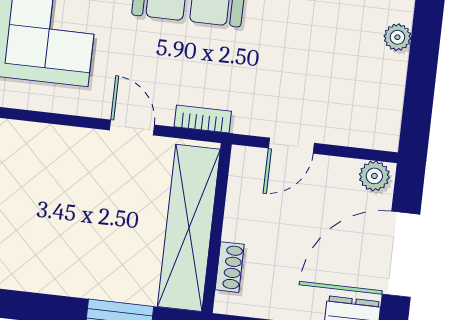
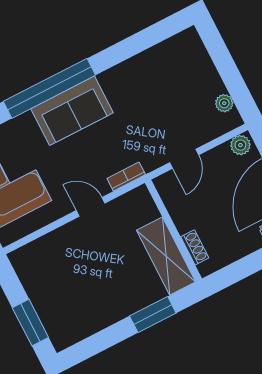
plant: (397, 37) -> (224, 103), moved
shelving: (189, 228) -> (166, 256), width x0.68

